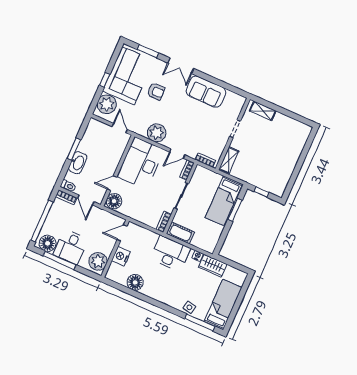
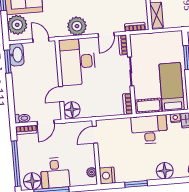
window: (74, 149) -> (8, 62), moved
washbasin: (78, 163) -> (17, 55), moved
door: (86, 200) -> (46, 123), hinge flipped
bed: (224, 201) -> (172, 87), moved, turned 180
nightstand: (121, 256) -> (107, 176), moved
plant: (98, 261) -> (92, 172), width x0.53, depth x0.53
floor lamp: (135, 282) -> (165, 171), moved
window: (134, 293) -> (136, 184), added

